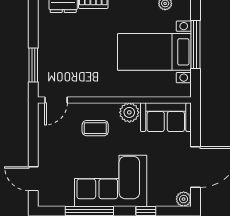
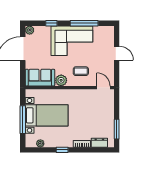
window: (33, 65) -> (117, 129), moved
door: (56, 100) -> (103, 88), hinge flipped
door: (33, 179) -> (117, 53), moved

